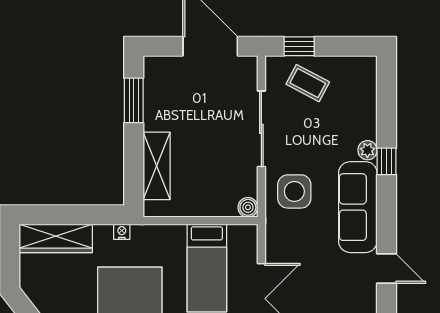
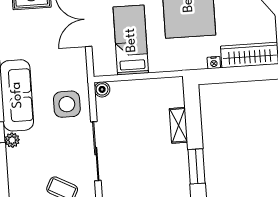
shelving: (157, 166) -> (178, 125), width x0.67, depth x0.75
nightstand: (122, 232) -> (214, 63), moved

